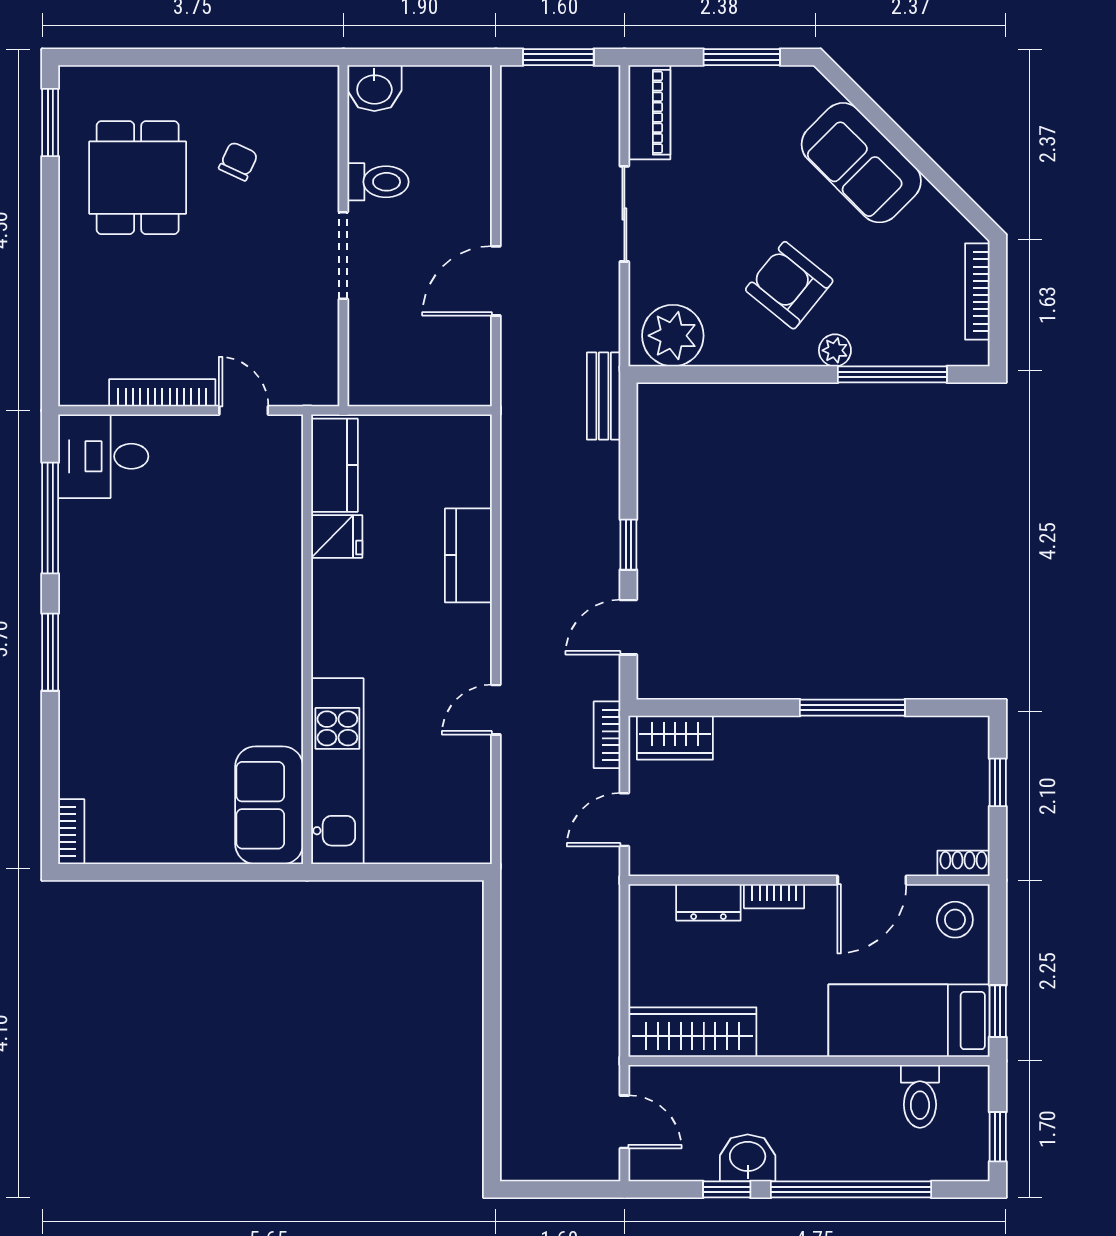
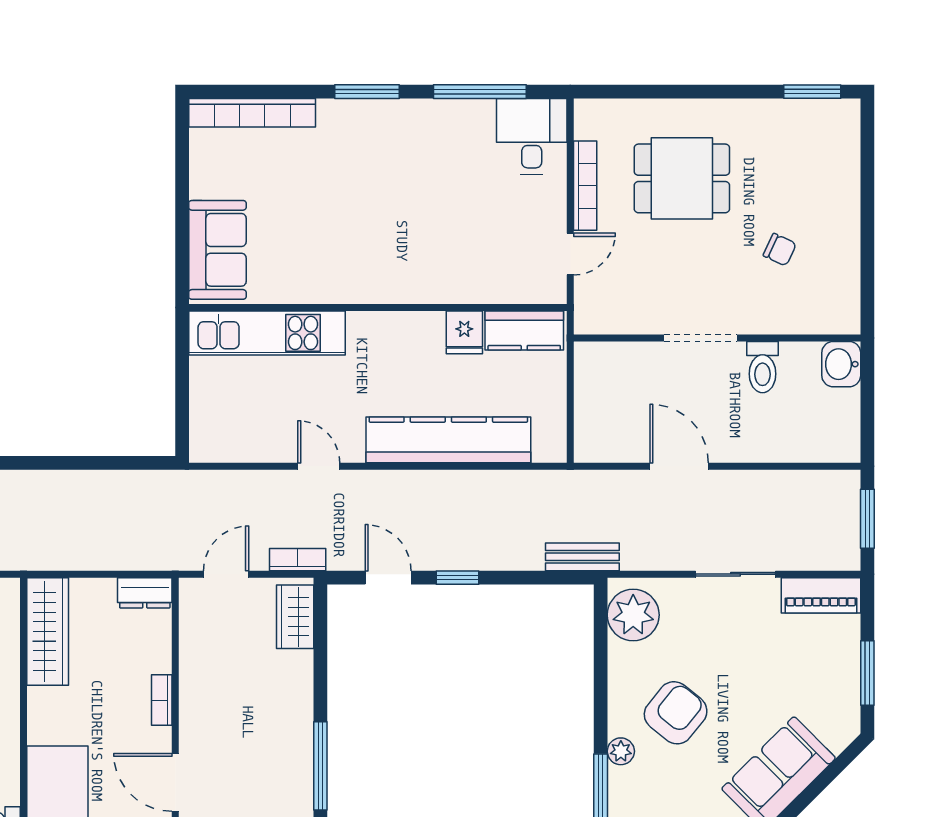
dining table: (138, 178) -> (682, 178), moved
kitchen counter: (468, 555) -> (448, 440), width x2.08, depth x1.17
sofa: (269, 805) -> (217, 250), moved, turned 90
door: (624, 820) -> (226, 574), hinge flipped
bookcase: (71, 832) -> (252, 113), width x2.31, depth x1.31
dresser: (708, 902) -> (145, 593), moved, turned -90

